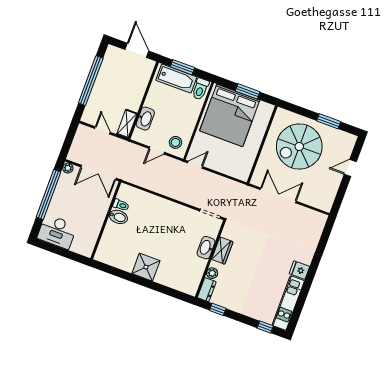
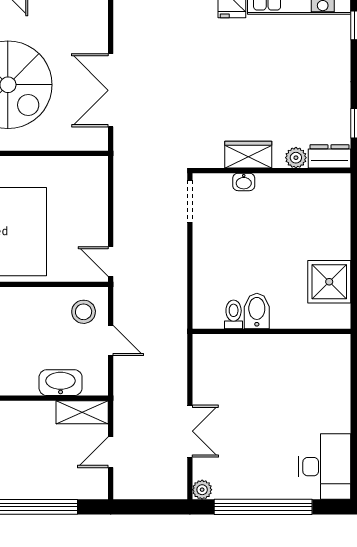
double door: (98, 173) -> (190, 431), width x0.73
toilet: (121, 205) -> (234, 314), moved
bidet: (118, 217) -> (257, 311), moved
wall: (106, 220) -> (271, 331), moved
washbasin: (206, 248) -> (244, 182), width x0.52, depth x0.69

